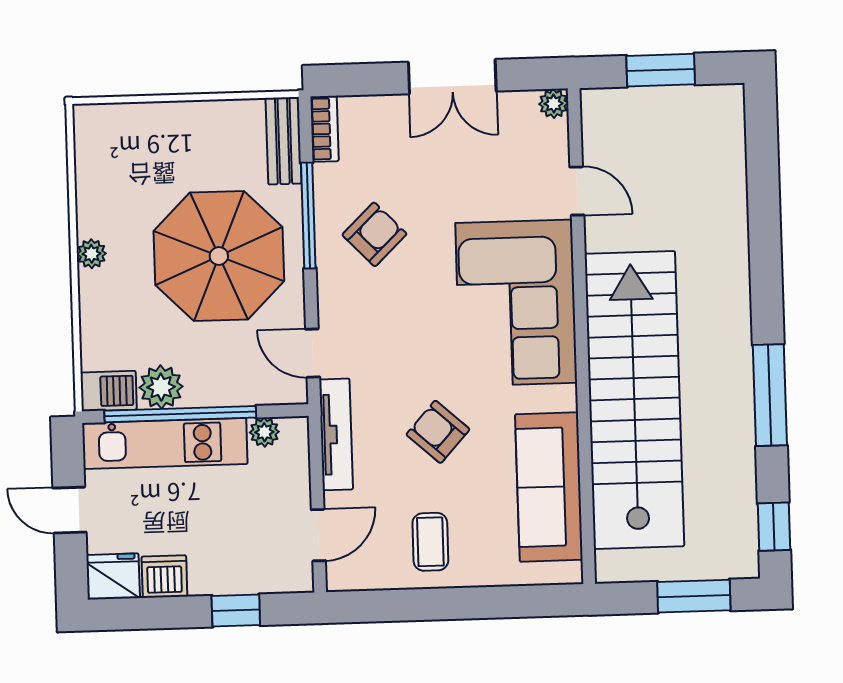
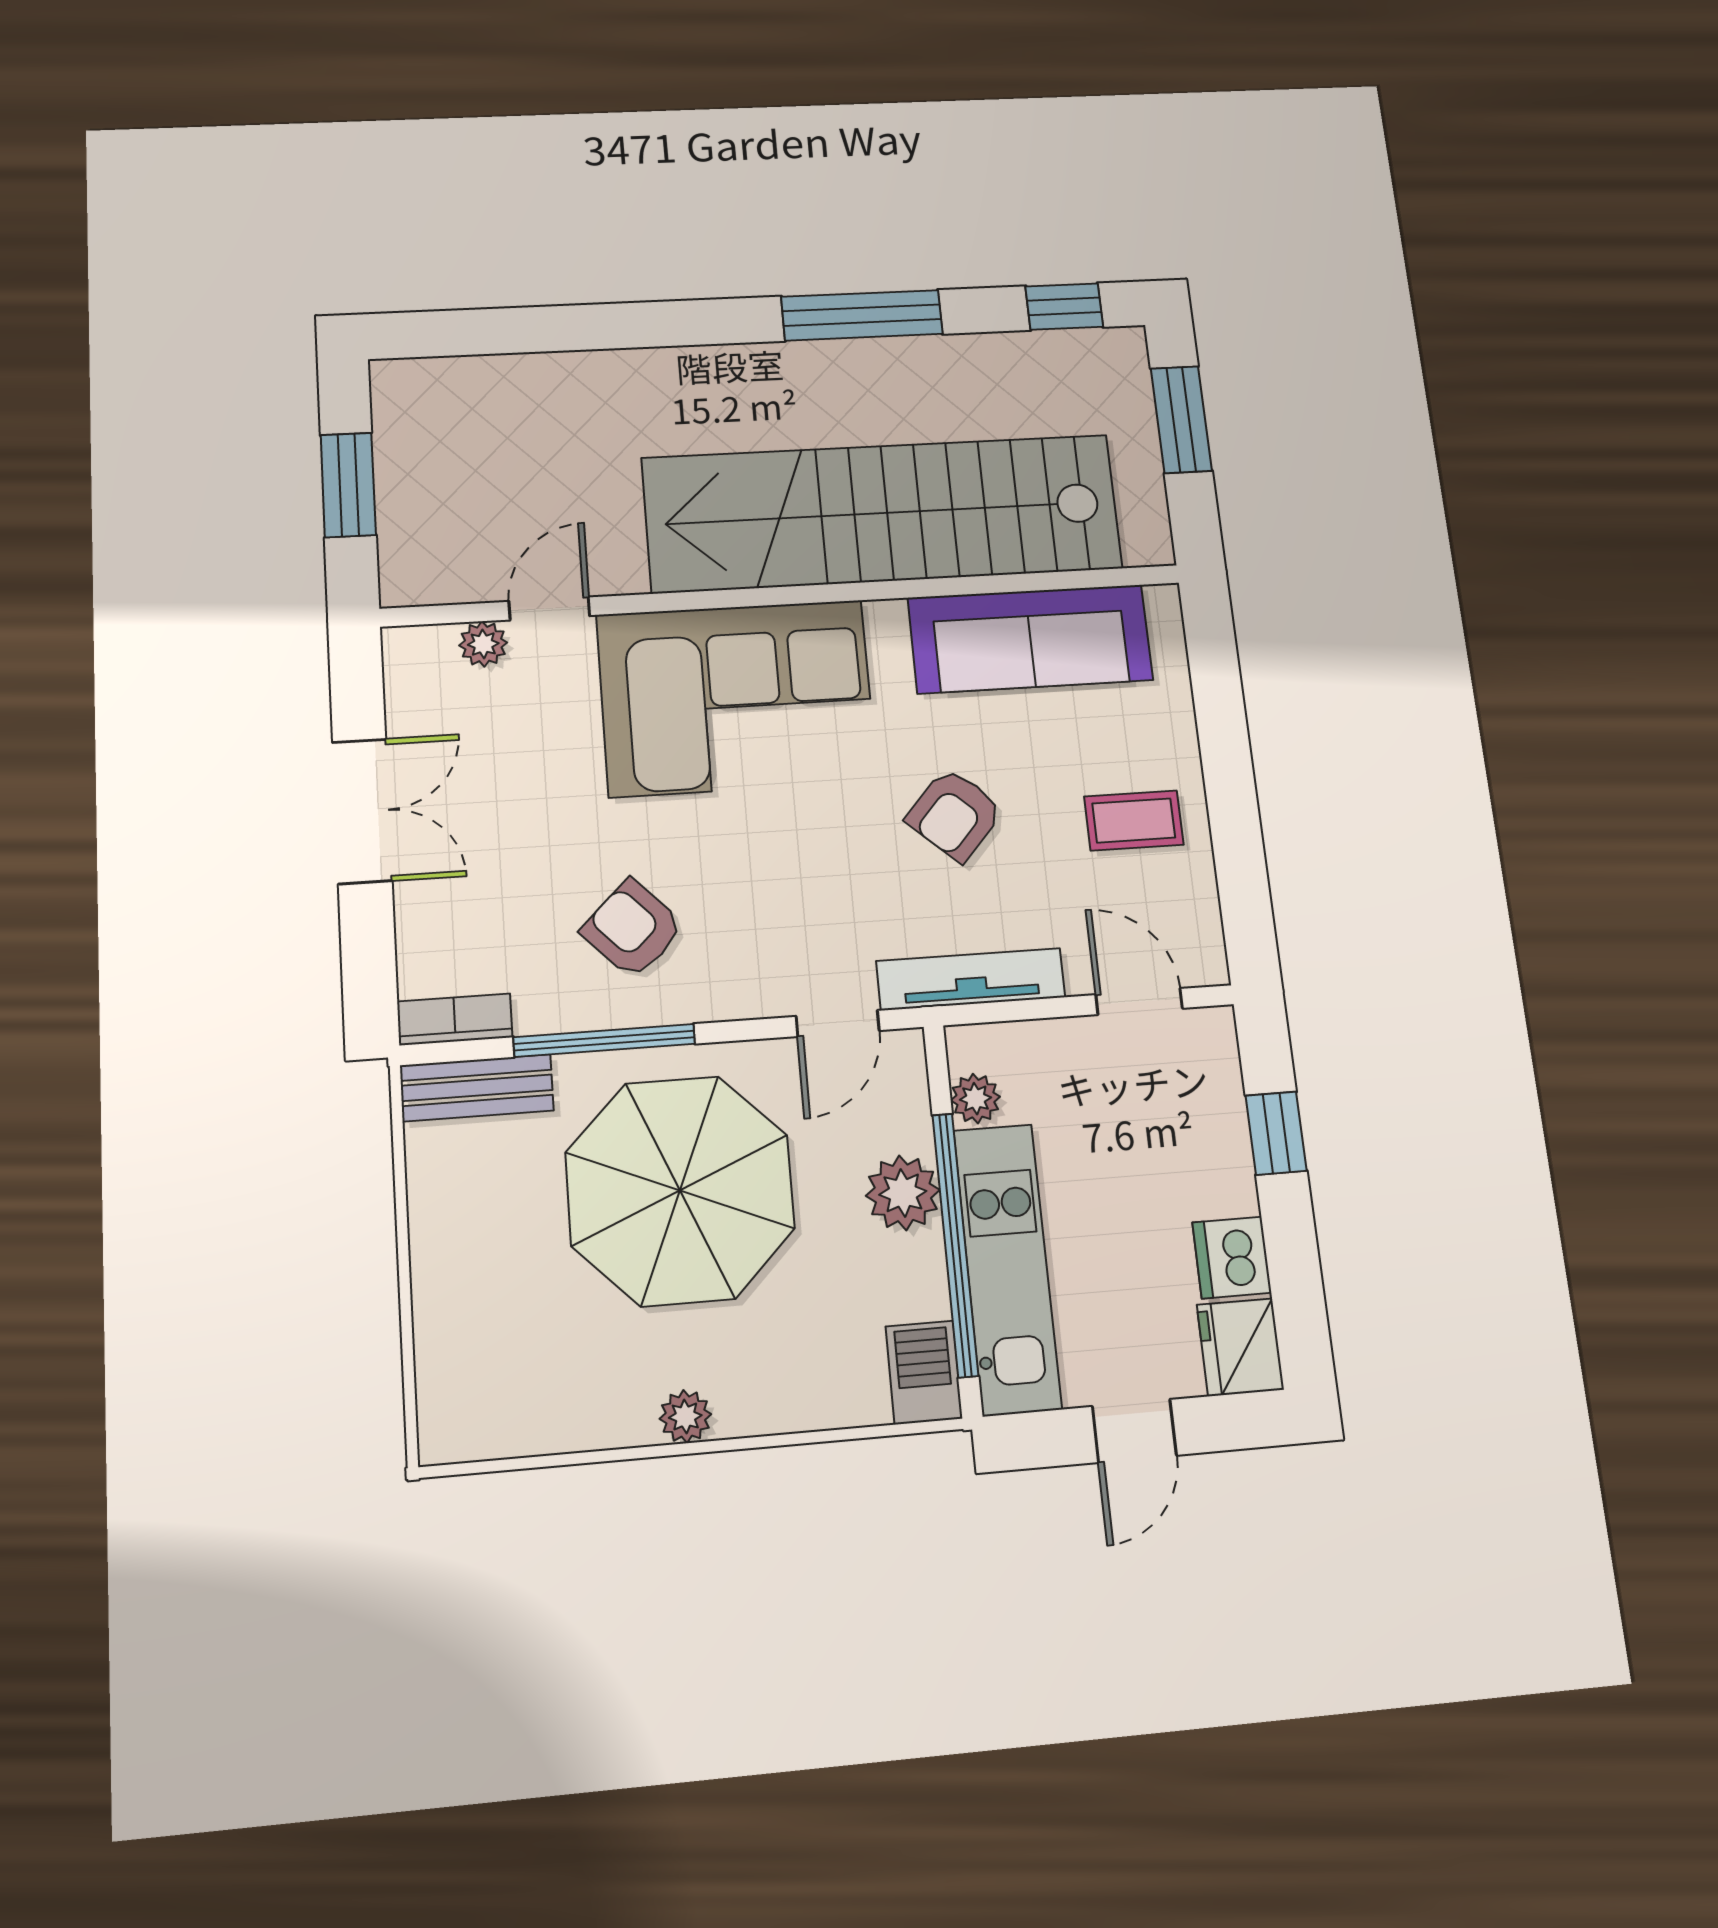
plant: (554, 104) -> (483, 644), moved
plant: (161, 387) -> (903, 1193), moved

